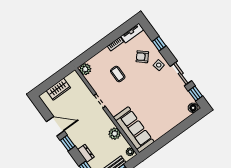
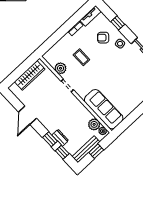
plant: (85, 69) -> (61, 68), moved
wardrobe: (58, 89) -> (30, 75), width x1.50
door: (55, 126) -> (27, 115), swing flipped
plant: (115, 134) -> (94, 124), moved
window: (68, 143) -> (50, 139), moved

